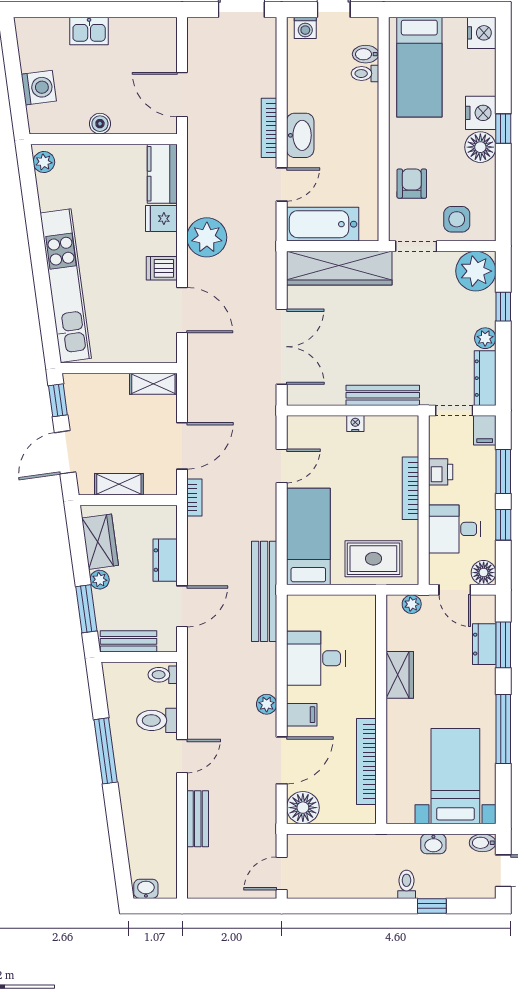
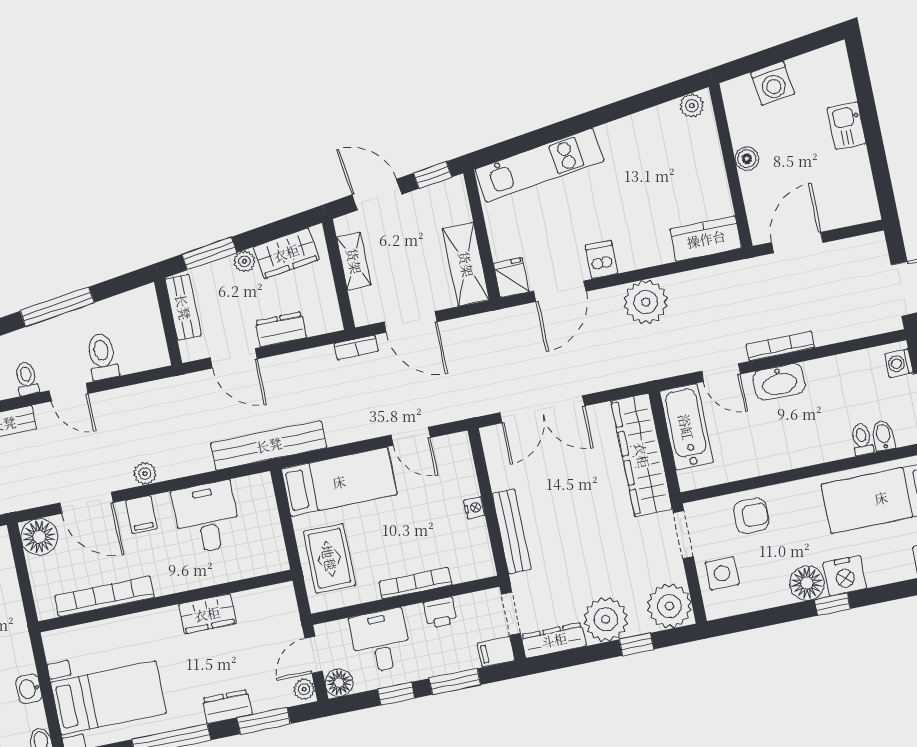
fridge: (161, 219) -> (511, 278), moved
kitchen unit: (66, 286) -> (539, 165), width x0.73
plant: (485, 338) -> (606, 619), width x1.88, depth x1.88
shelving: (153, 384) -> (466, 264), width x1.50, depth x1.33
plant: (412, 604) -> (304, 689), moved
dresser: (484, 644) -> (227, 706), moved
toilet: (163, 675) -> (27, 378), moved

